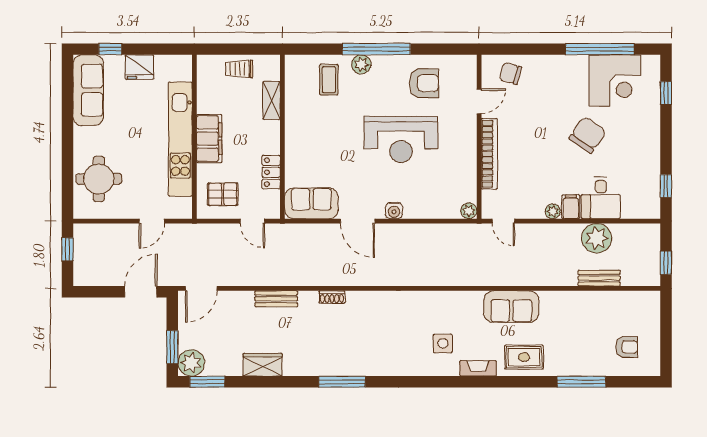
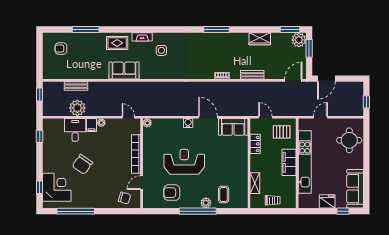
corner desk: (615, 81) -> (57, 187), moved, turned 90

